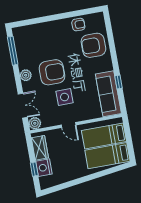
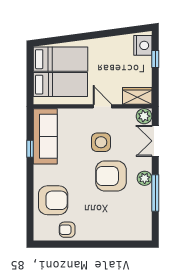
window: (13, 51) -> (155, 193), moved
wardrobe: (40, 148) -> (137, 96), moved, turned 90
nightstand: (44, 168) -> (143, 45), moved

